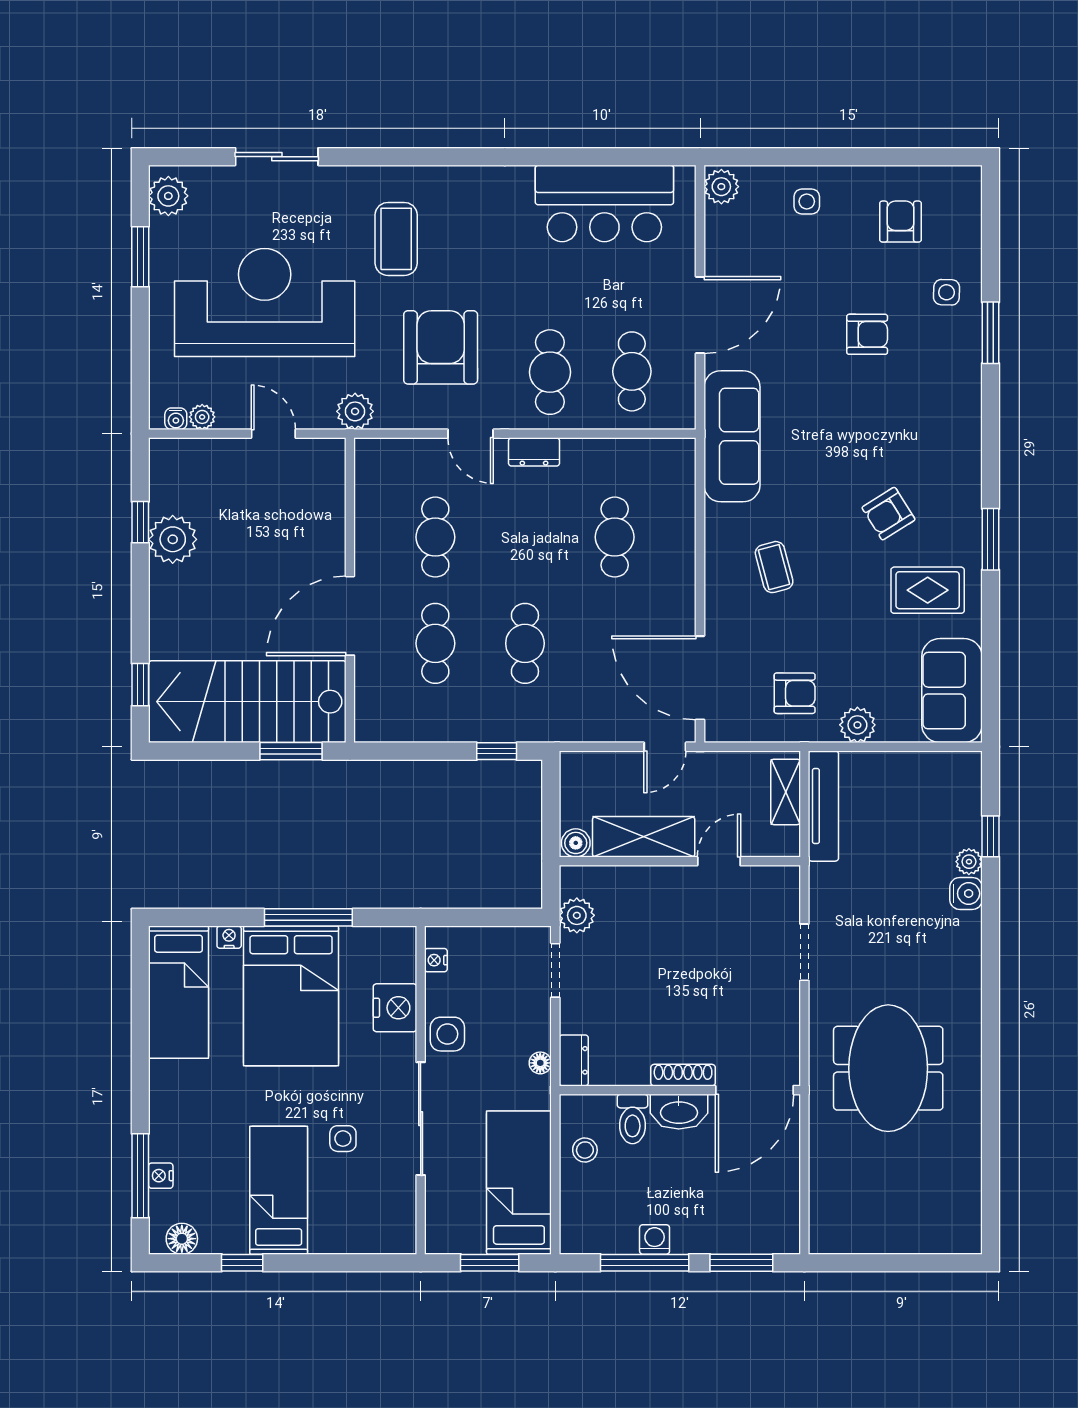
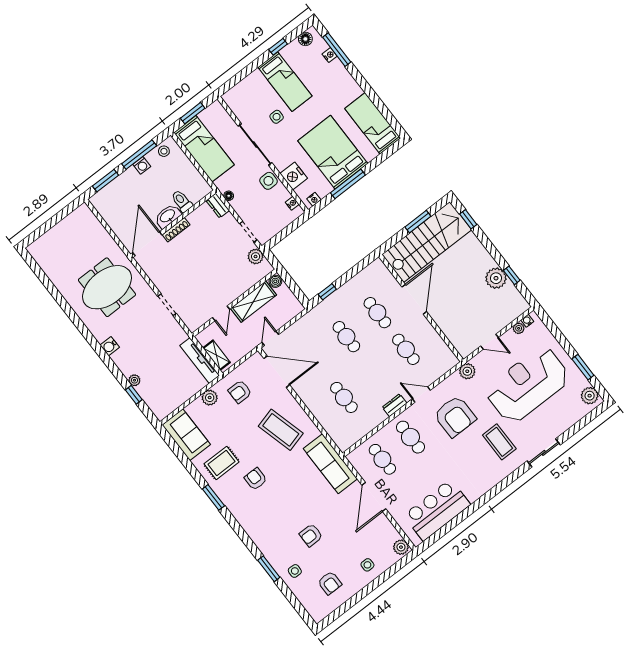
sliding door: (277, 157) -> (544, 453), moved
reception desk: (265, 302) -> (528, 385), turned 180
armchair: (889, 514) -> (256, 479), turned -58
coffee table: (774, 567) -> (281, 430), width x1.86, depth x1.72
window: (291, 751) -> (418, 222), moved
water cooler: (966, 893) -> (110, 346), moved
nightstand: (229, 937) -> (314, 199), moved
meeting table: (888, 1068) -> (107, 287), turned 90
stool: (585, 1150) -> (164, 151), moved

